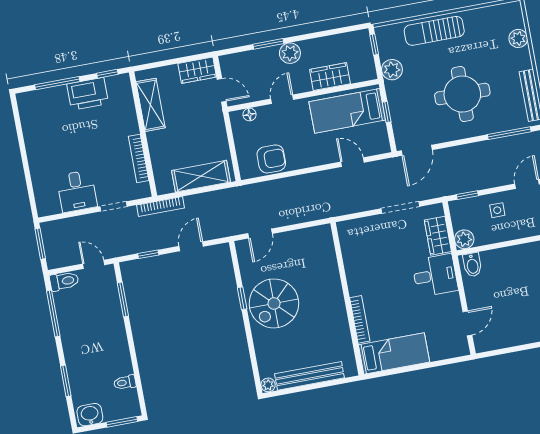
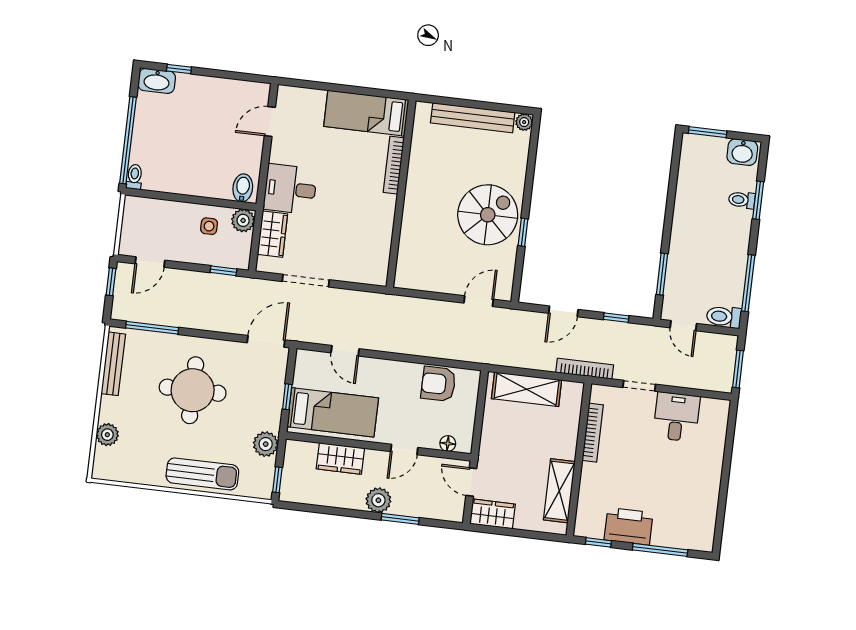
side table: (497, 210) -> (209, 226), moved
toilet: (125, 382) -> (742, 200), moved, turned 180

